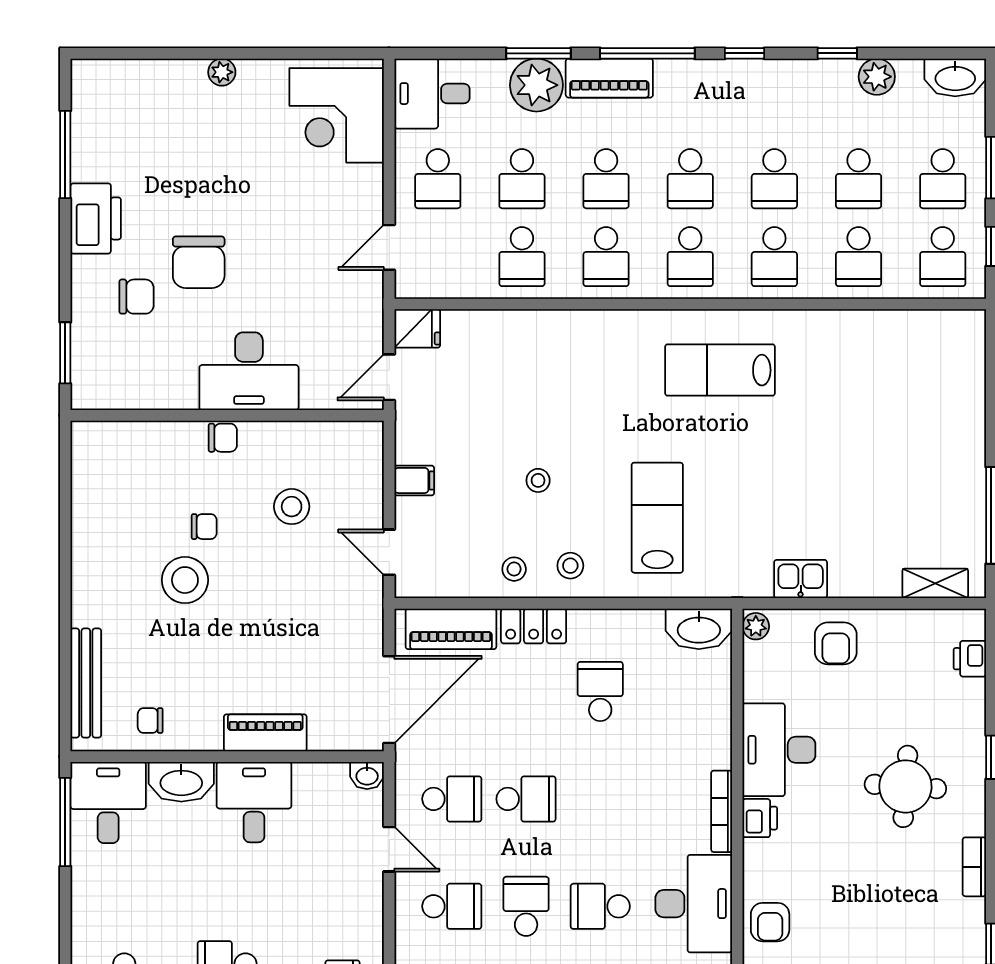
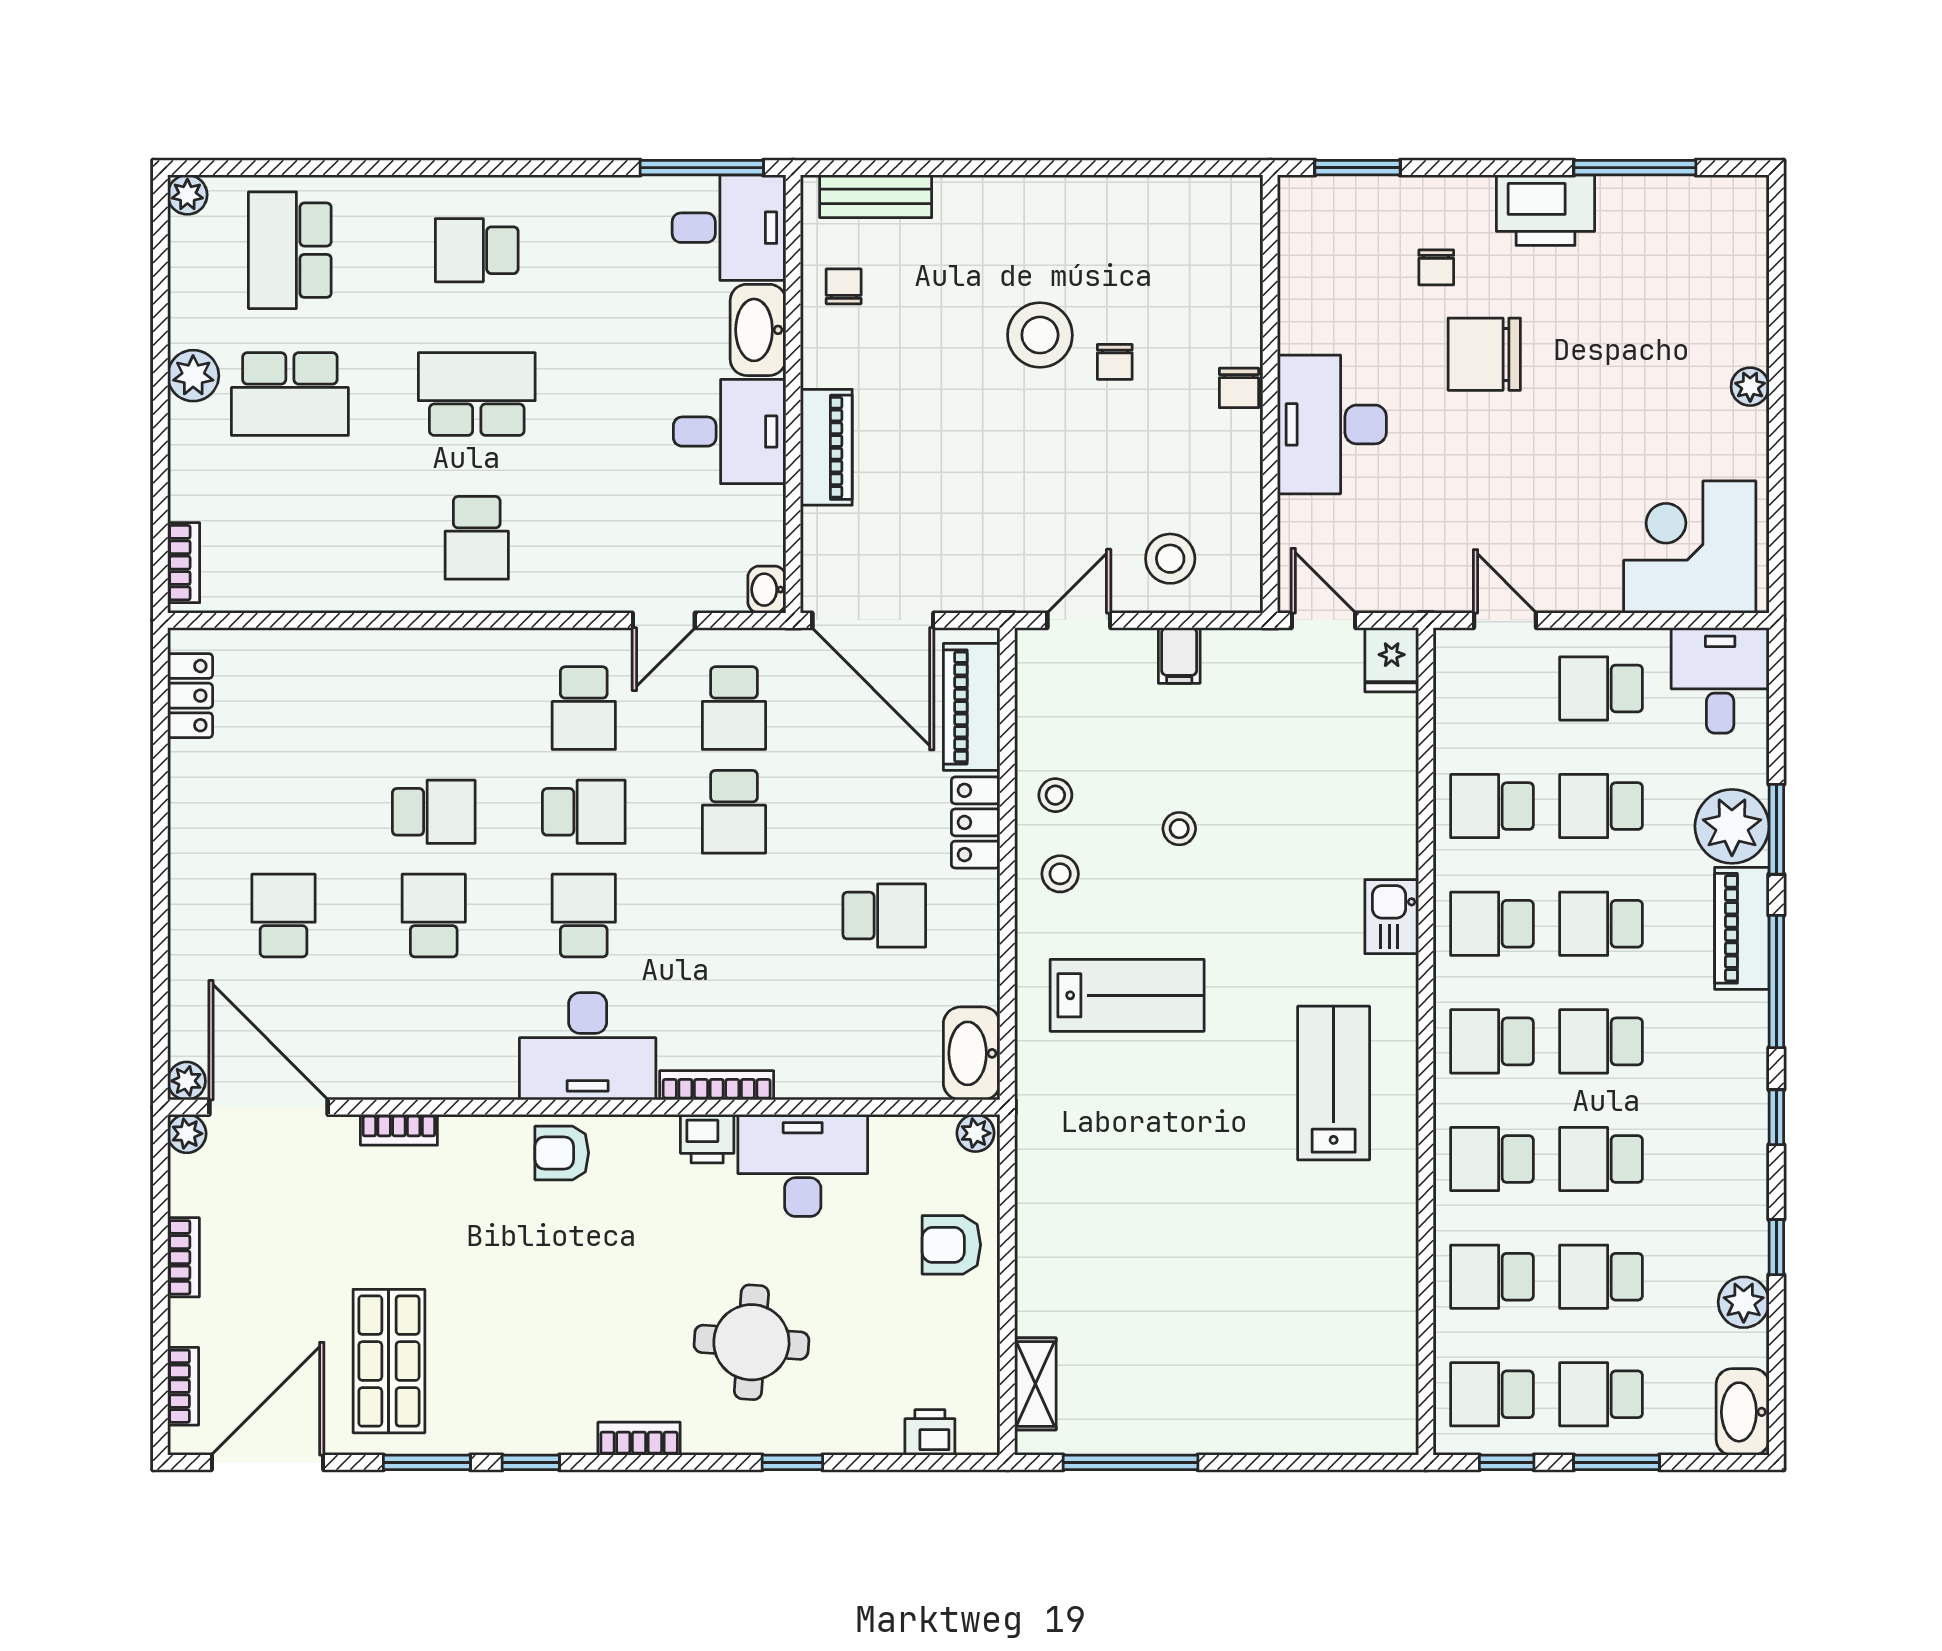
chair: (137, 297) -> (1436, 267), width x0.73, depth x0.73
stool: (292, 507) -> (1170, 559), moved
kitchen sink: (801, 579) -> (1392, 917), moved, turned 180
bench: (86, 683) -> (876, 196), width x0.73

